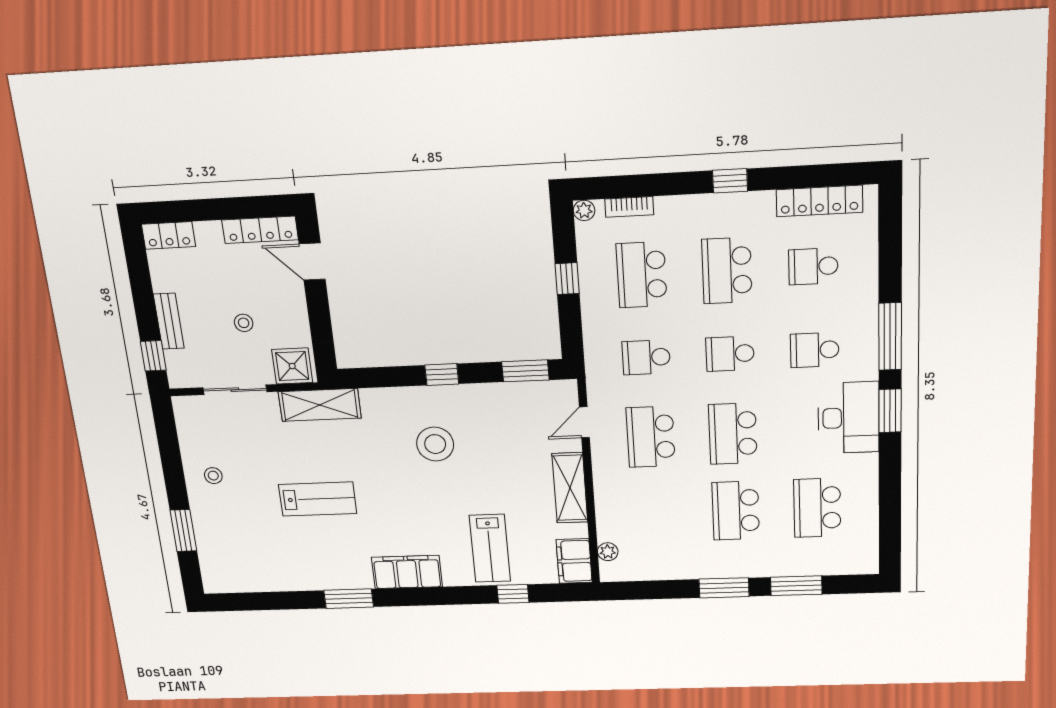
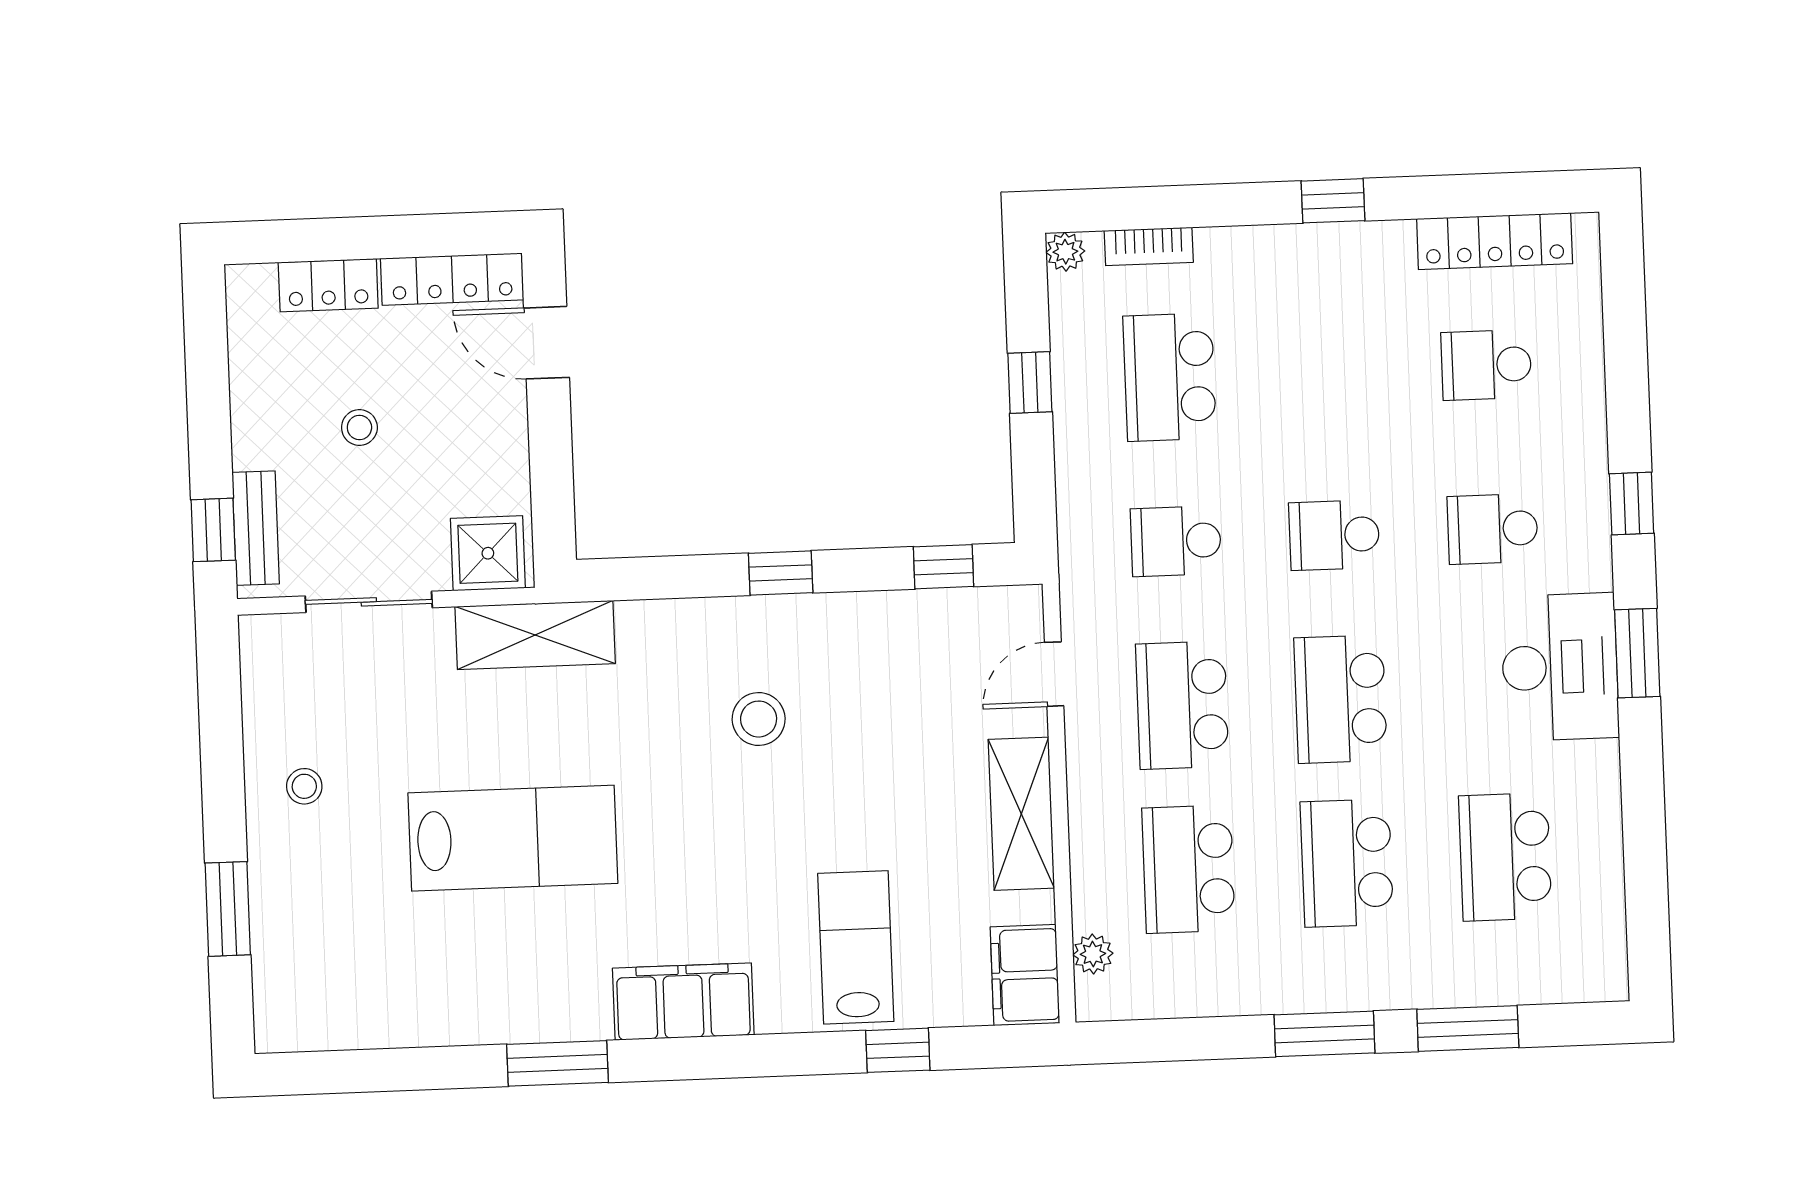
locker: (169, 235) -> (328, 285), moved
school desk: (727, 271) -> (1188, 869), moved
bench: (169, 321) -> (256, 528), moved
stool: (244, 323) -> (359, 428), moved
window: (890, 337) -> (1632, 504), width x0.46
window: (525, 371) -> (943, 567), width x0.67
stool: (435, 444) -> (759, 719), width x0.73, depth x0.73
lab bench: (318, 499) -> (513, 838), width x1.36, depth x1.39
lab bench: (490, 548) -> (856, 947), turned 180

